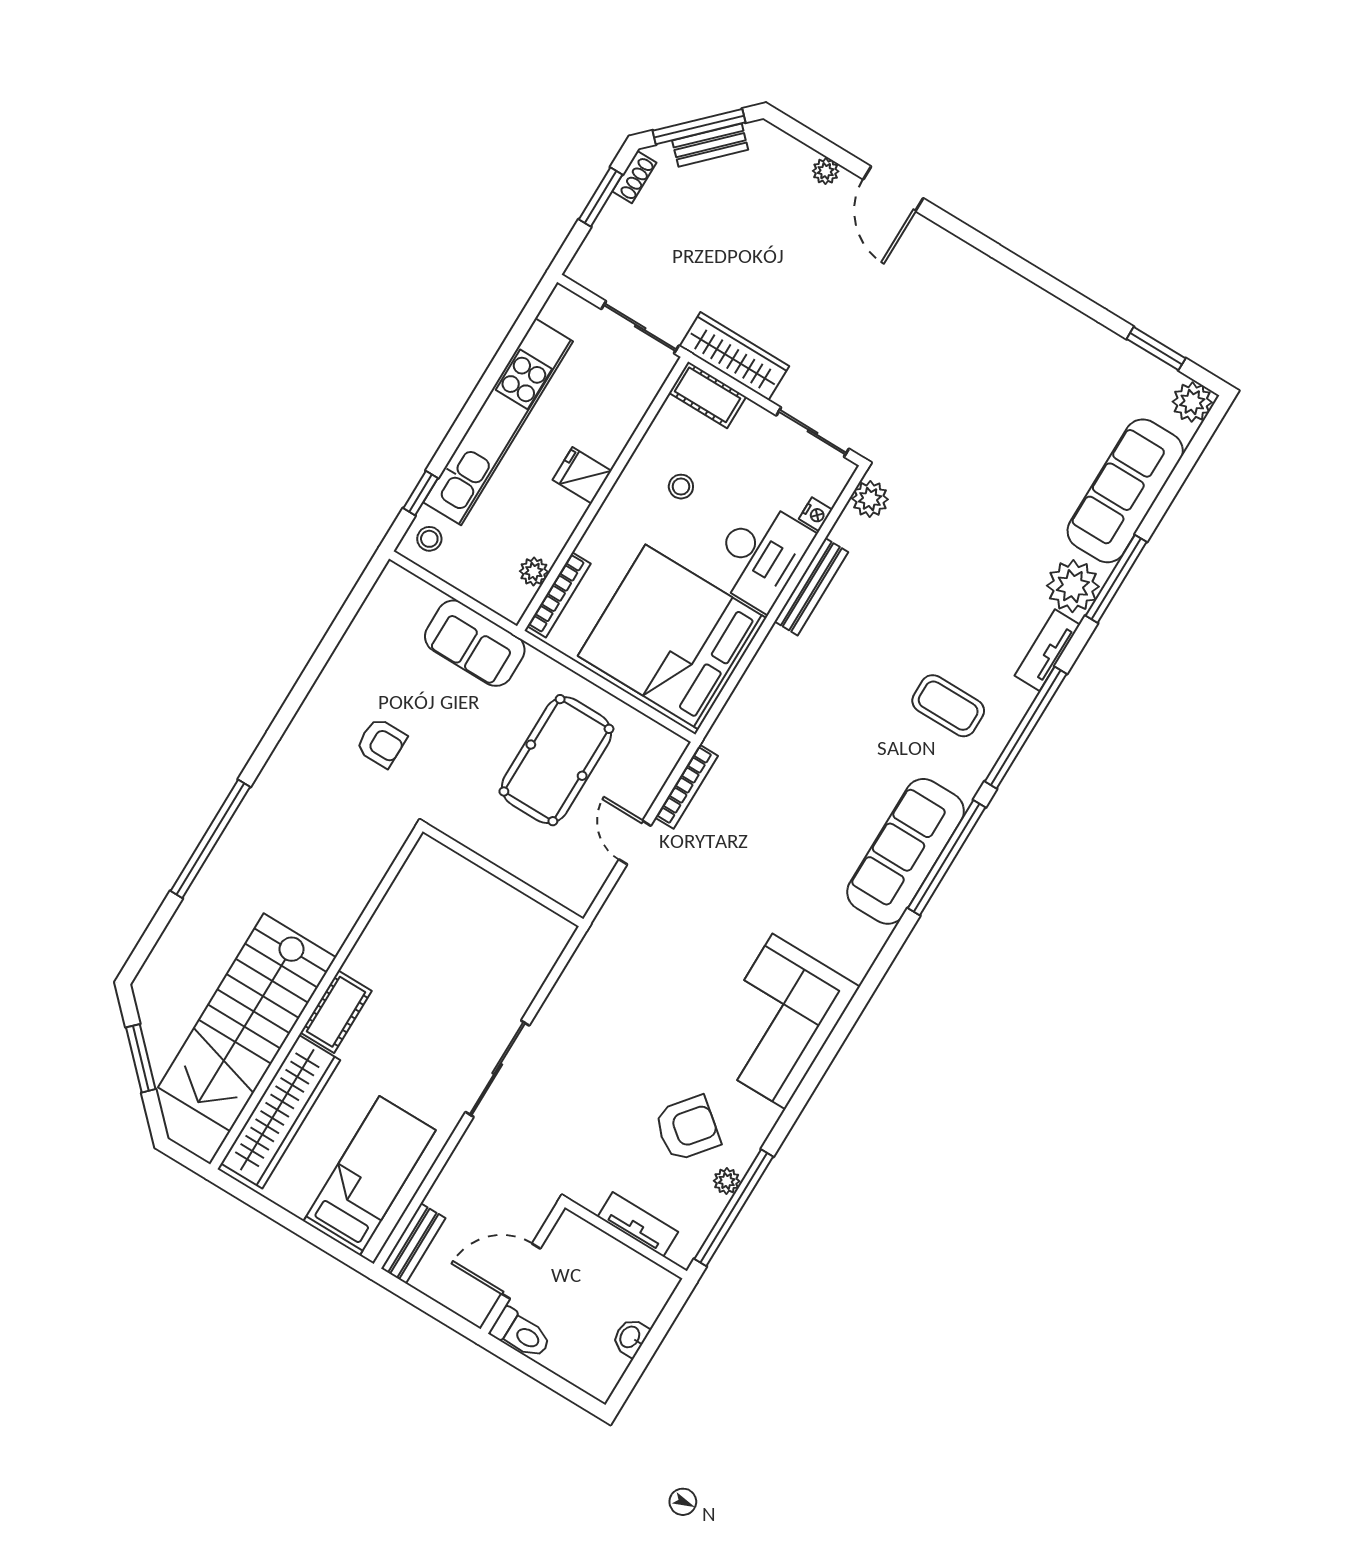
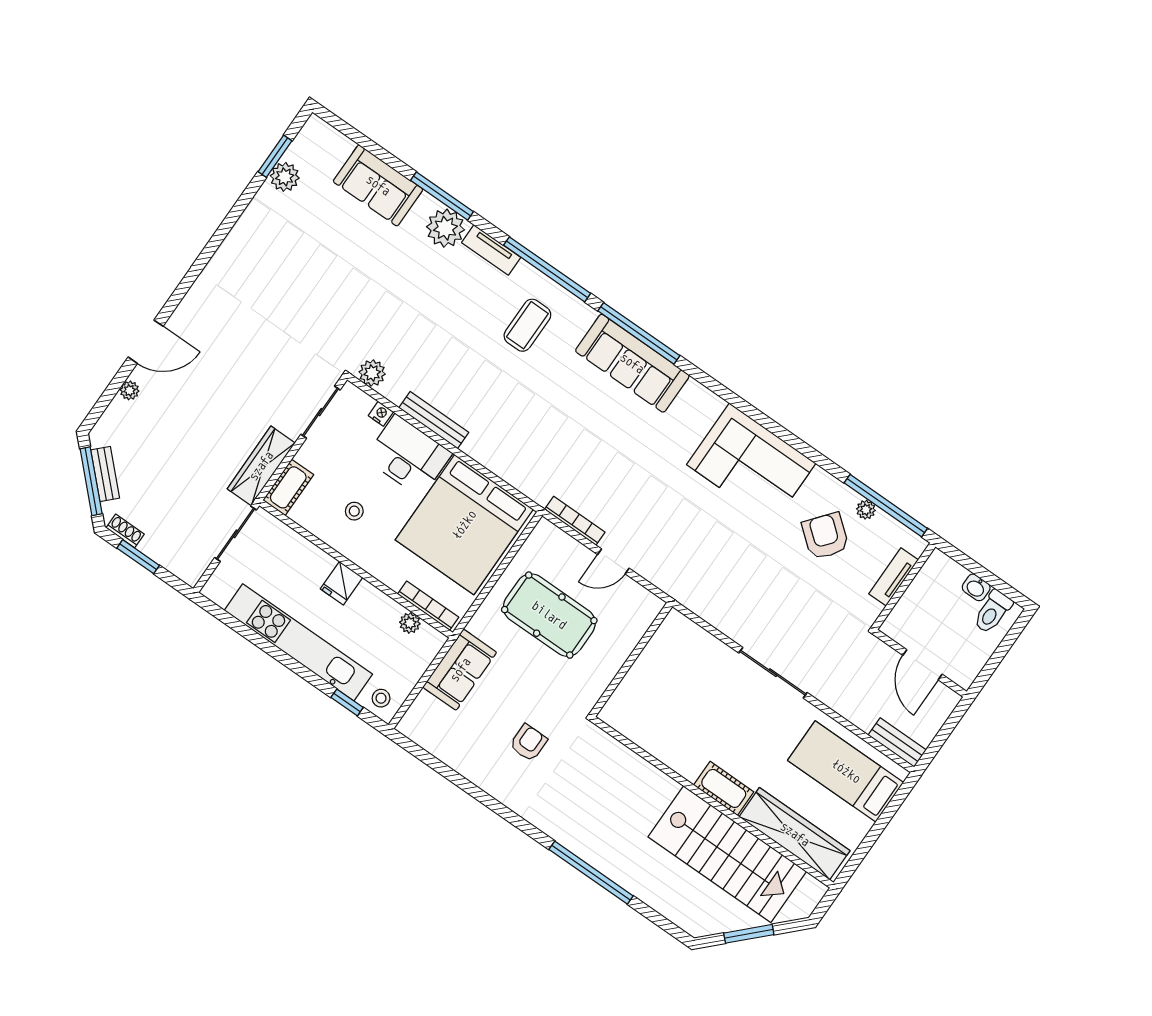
plant: (1192, 402) -> (285, 177), moved
sofa: (1125, 491) -> (378, 185), width x0.73
toilet: (521, 1334) -> (993, 612), moved, turned 180

